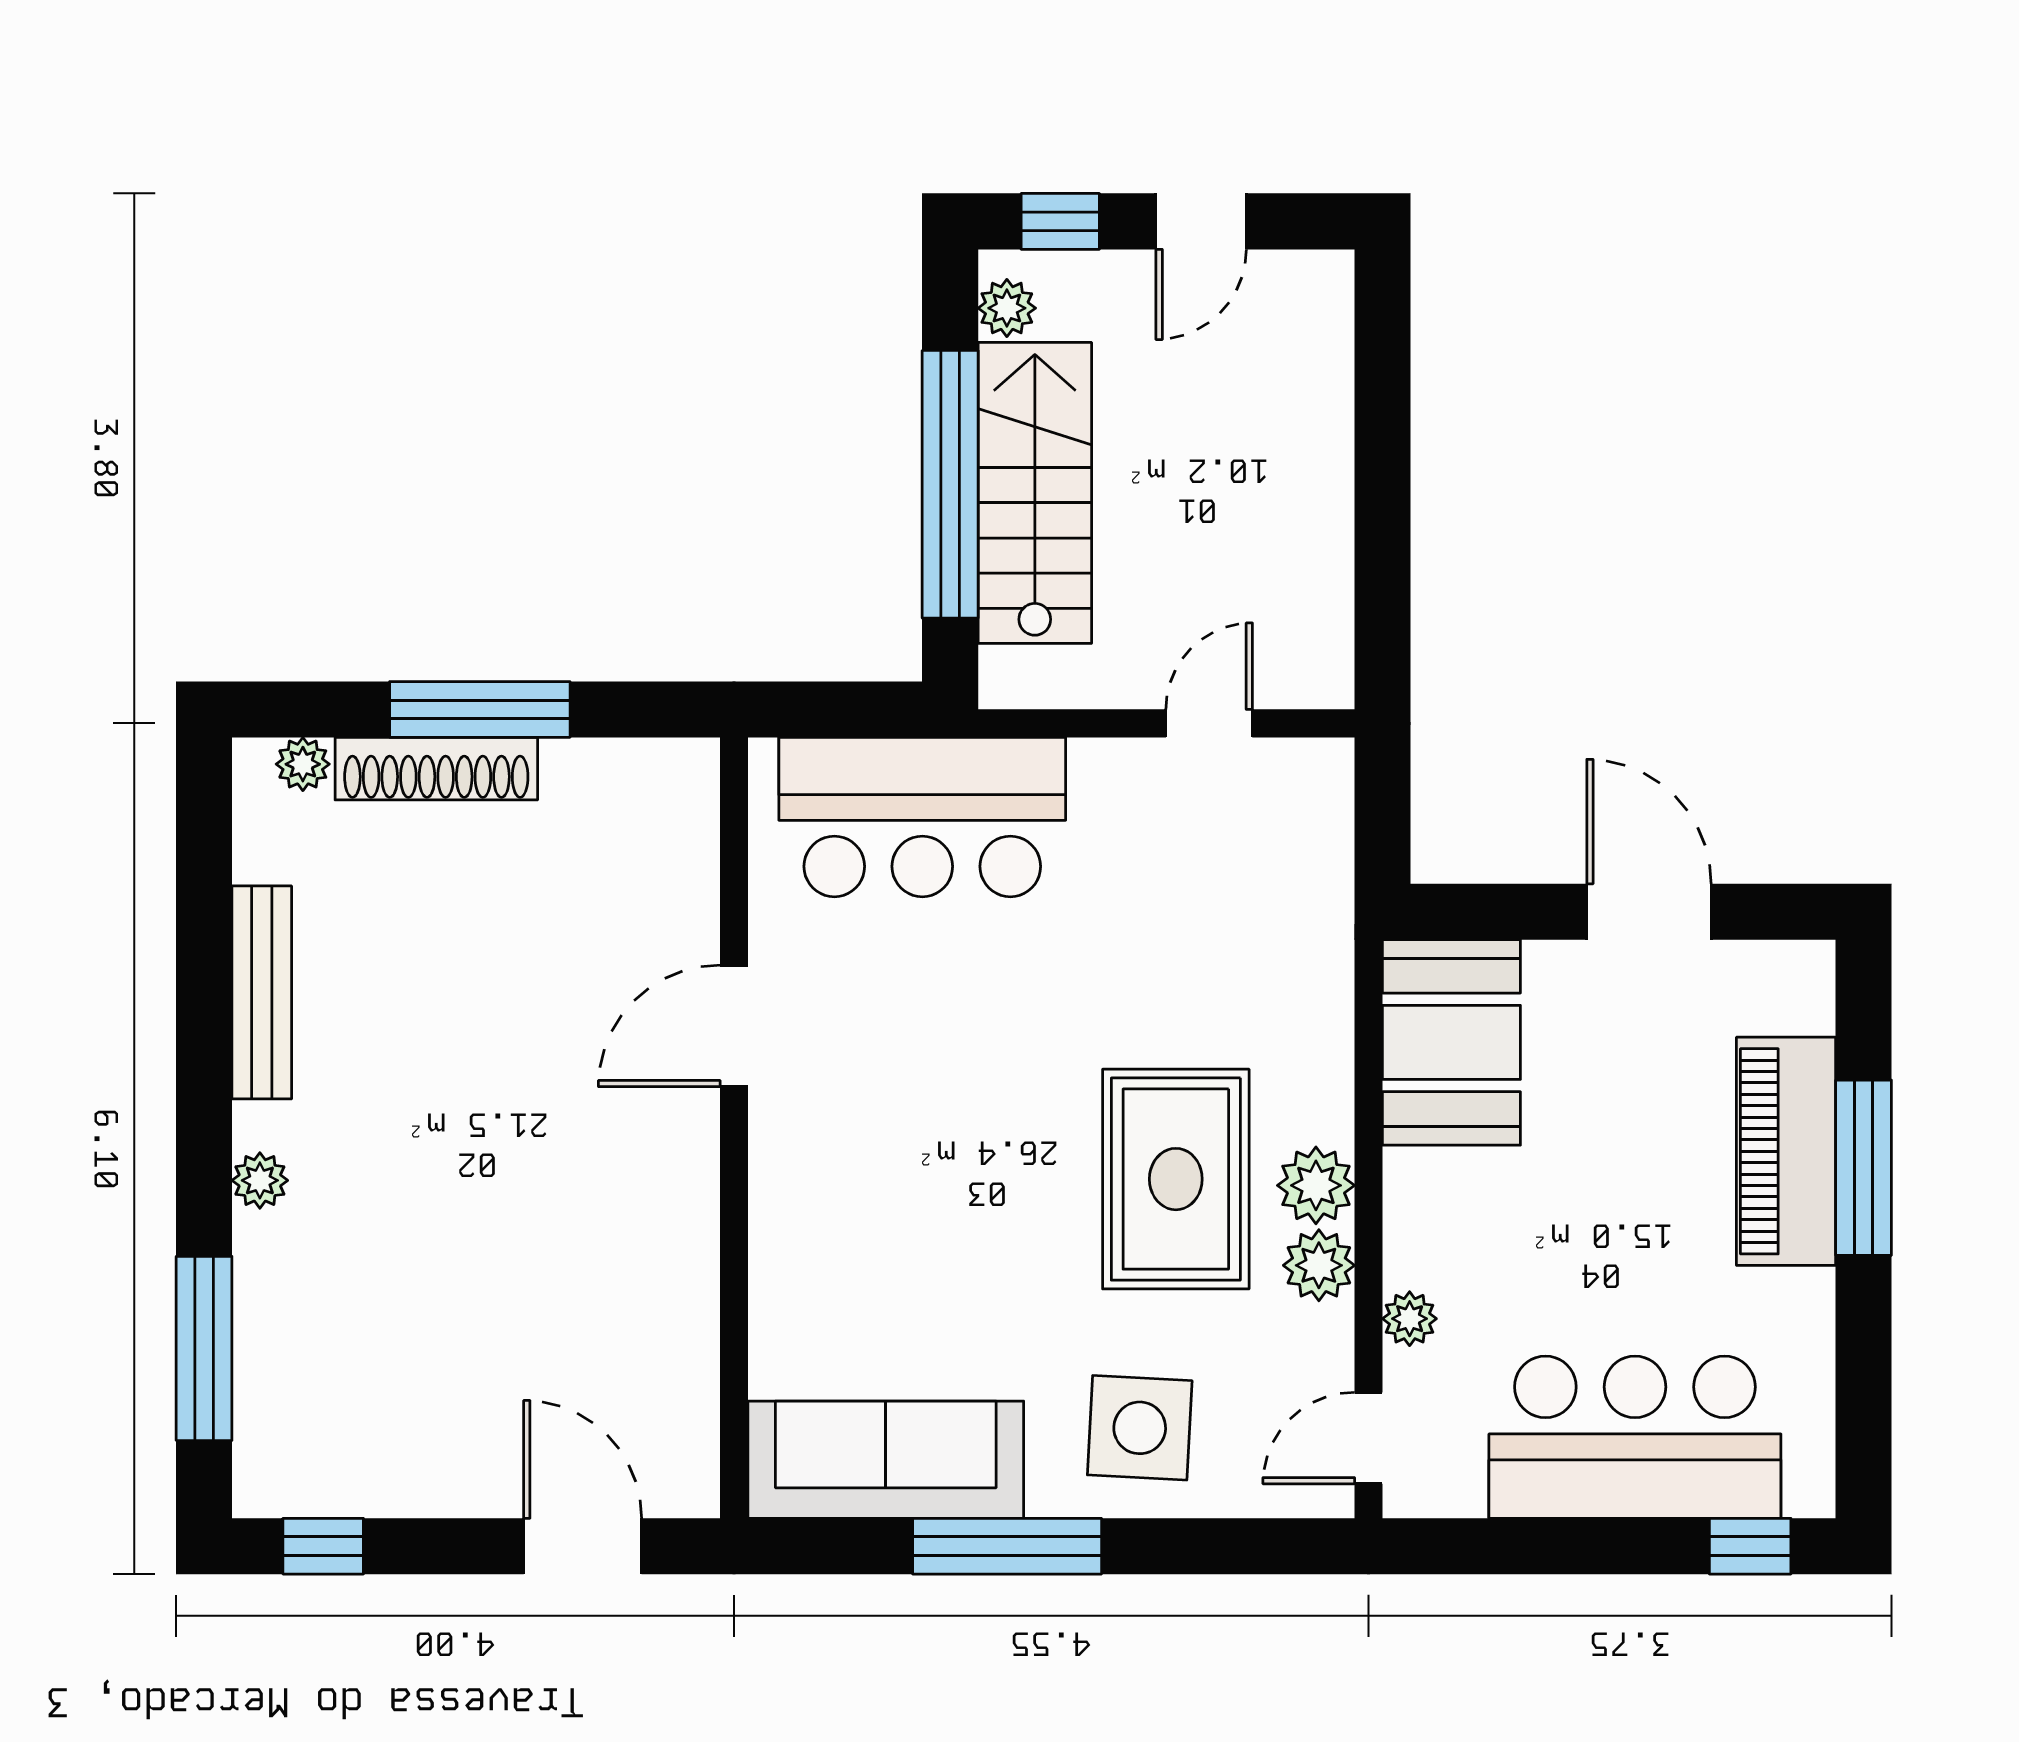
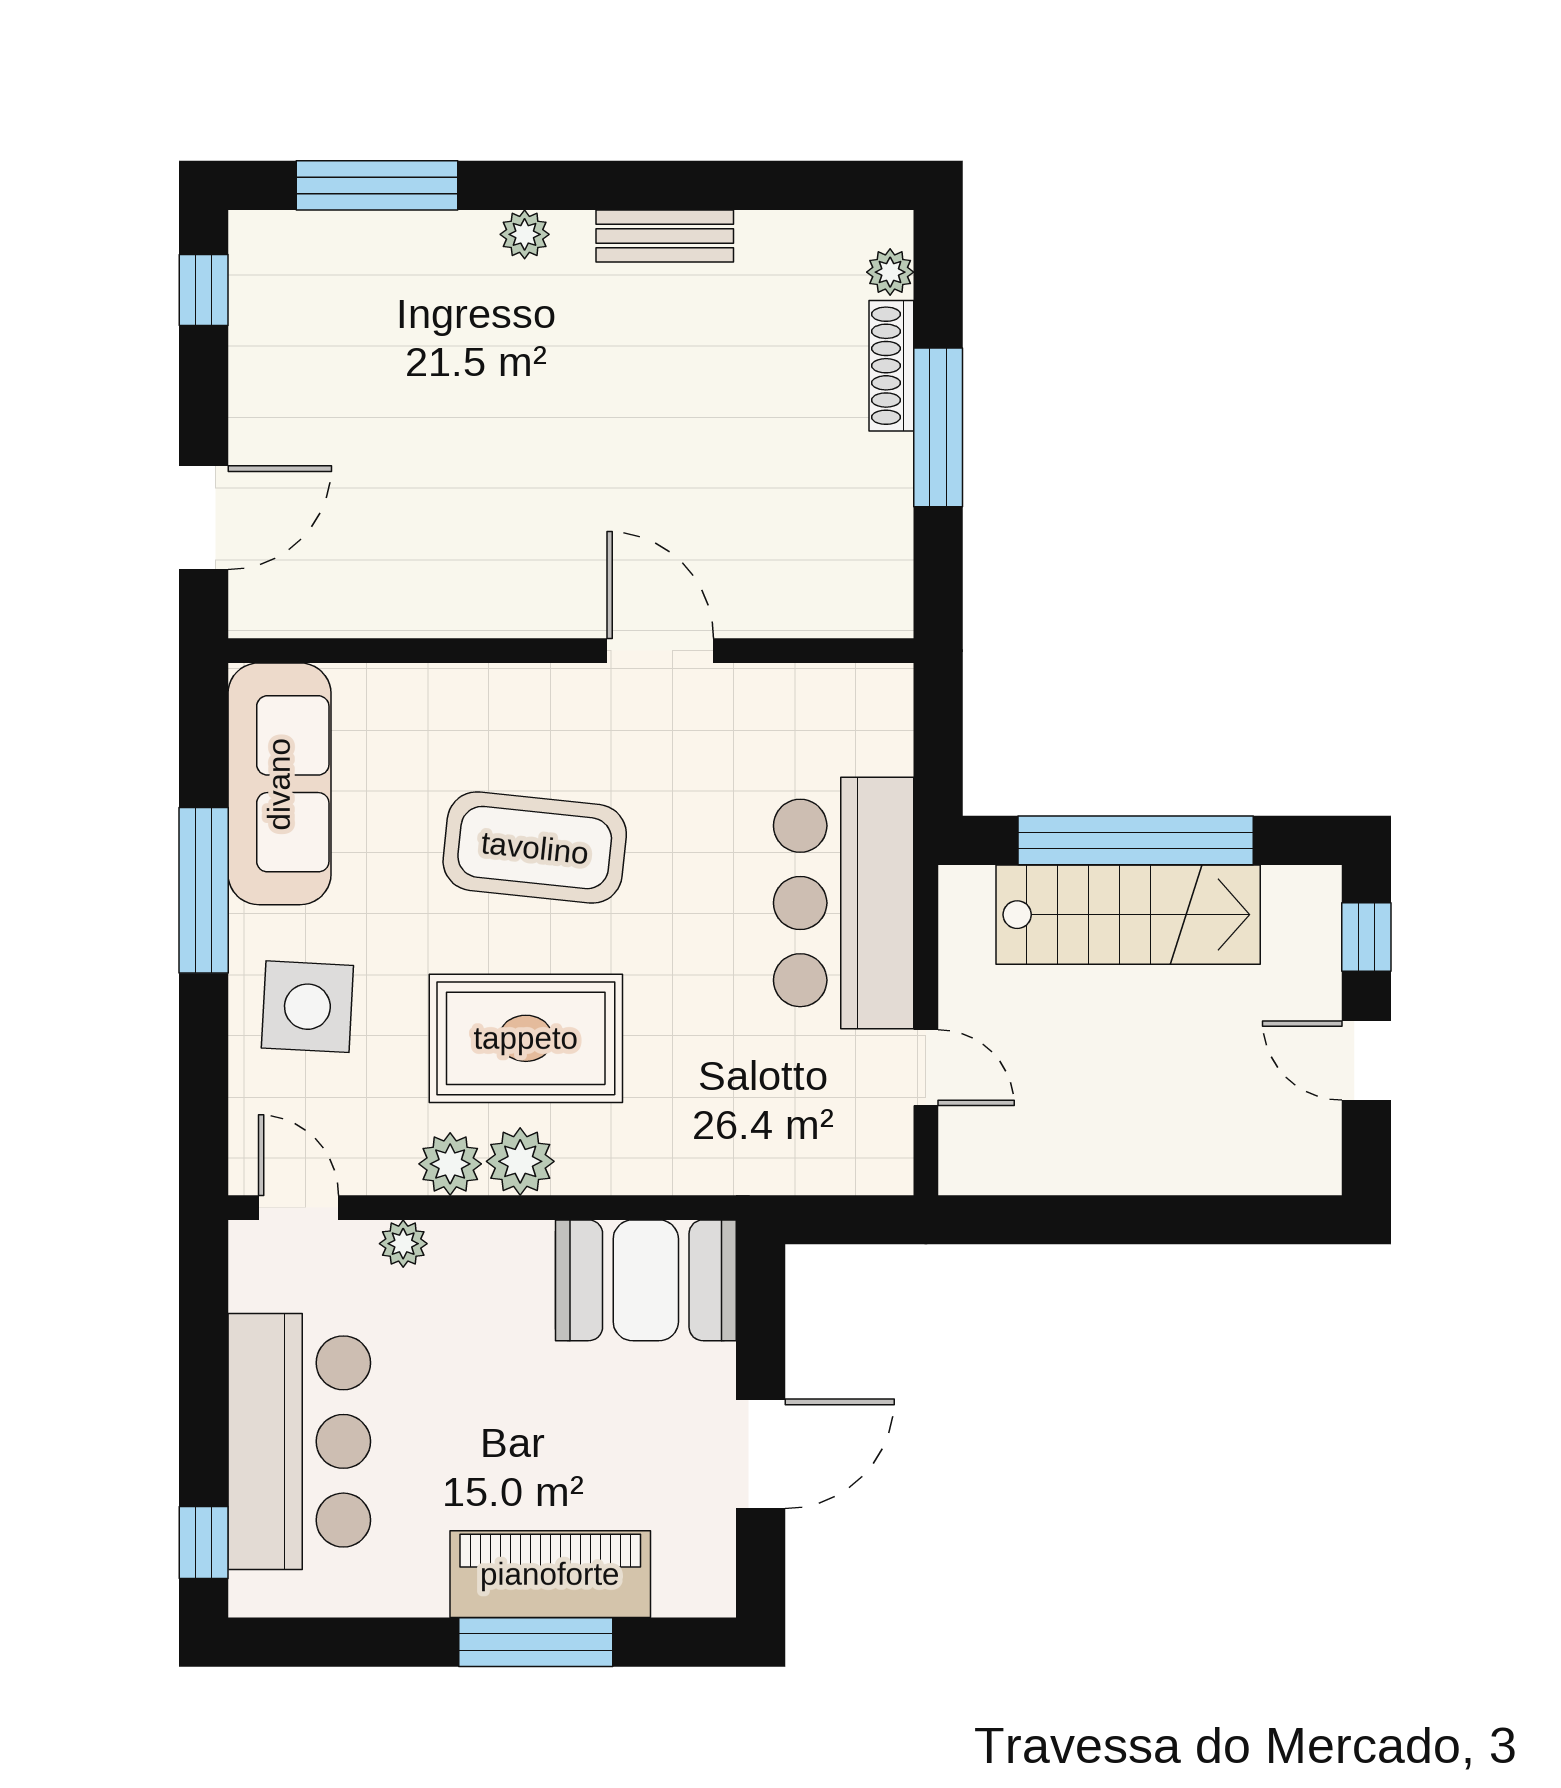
plant: (1007, 308) -> (1290, 890), removed
shoe rack: (436, 769) -> (891, 366), width x0.74, depth x0.81
bar counter: (922, 817) -> (844, 903), moved
bench: (262, 992) -> (665, 236), width x0.73
coffee table: (958, 1169) -> (535, 848), added

